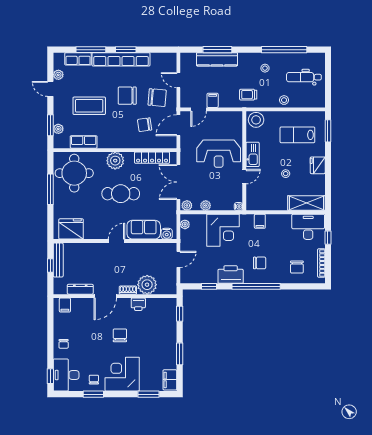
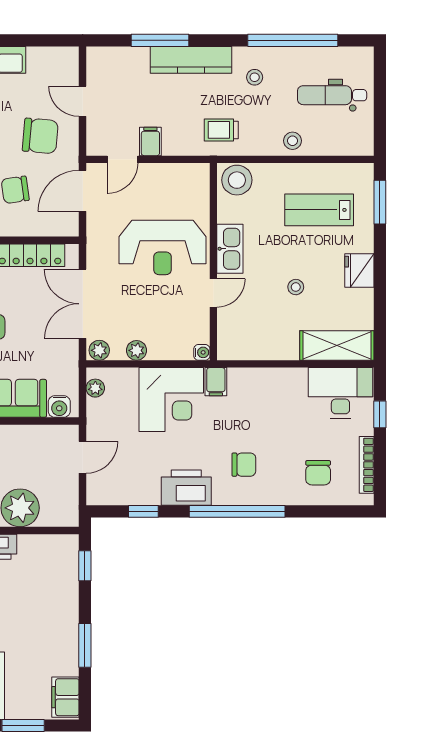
kitchen counter: (217, 59) -> (191, 60), moved
filing cabinet: (260, 221) -> (216, 382), moved

